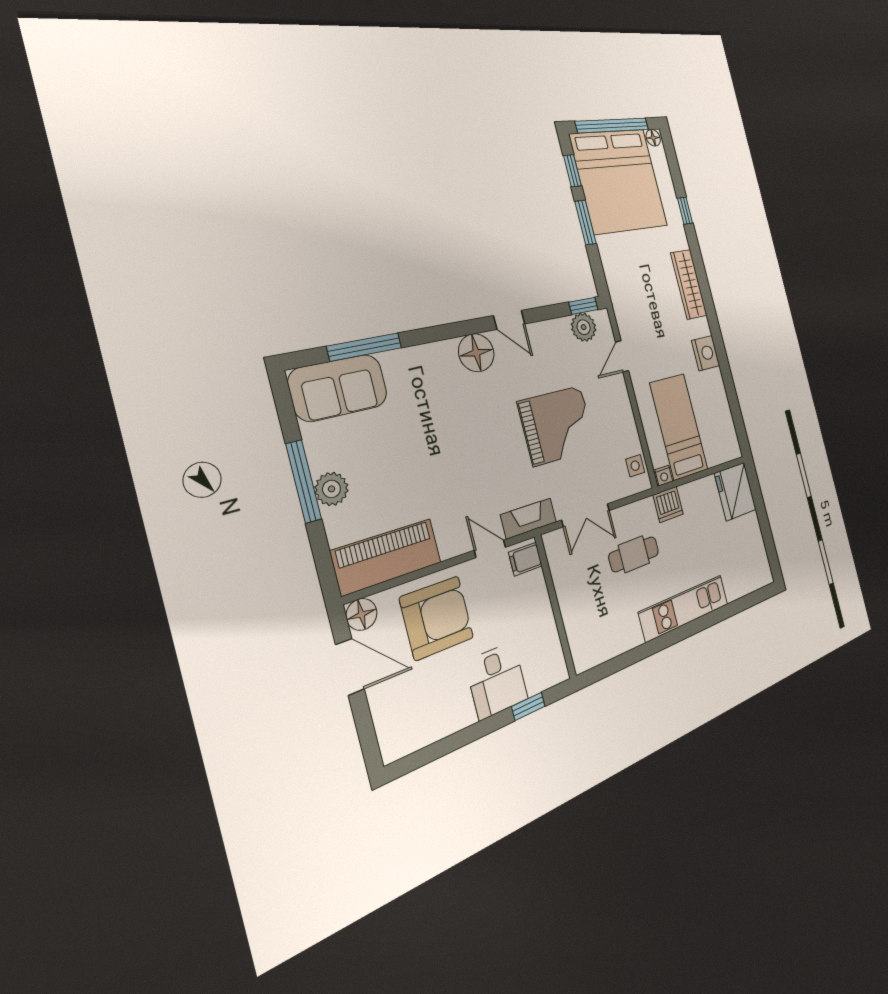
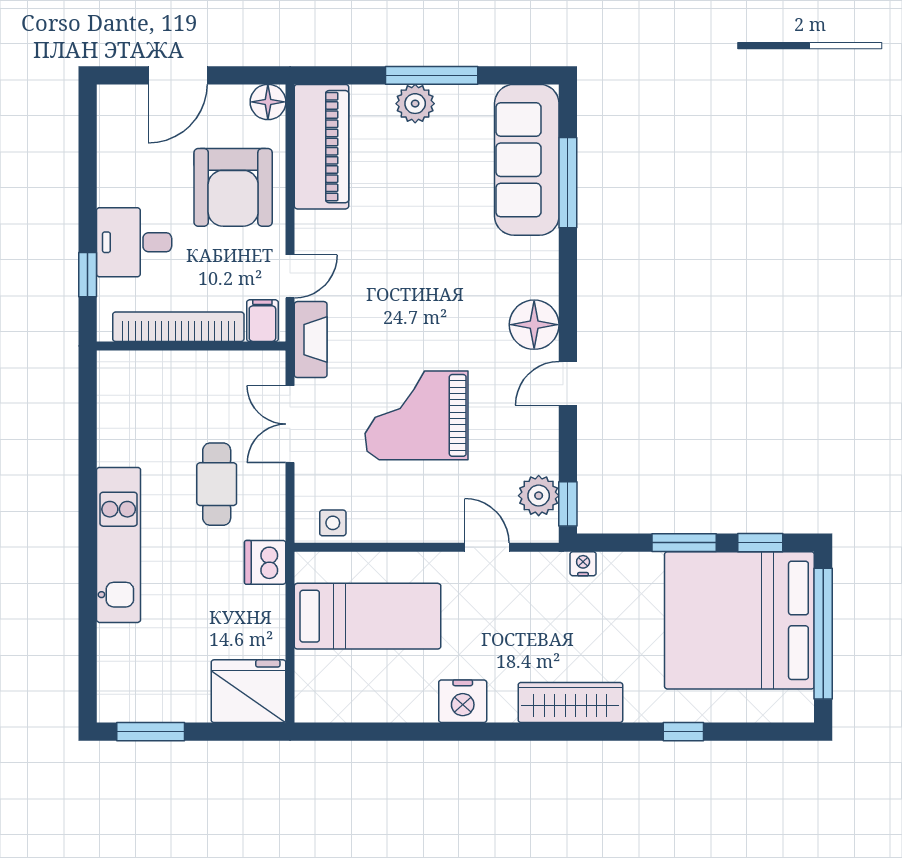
floor lamp: (653, 138) -> (801, 705), removed
sofa: (338, 388) -> (527, 160), width x1.36
grand piano: (557, 425) -> (417, 415), turned 90
nightstand: (664, 476) -> (583, 564), moved, turned 90
window: (770, 546) -> (151, 732), added
bookcase: (545, 621) -> (178, 327), added
door: (350, 667) -> (178, 75), moved

